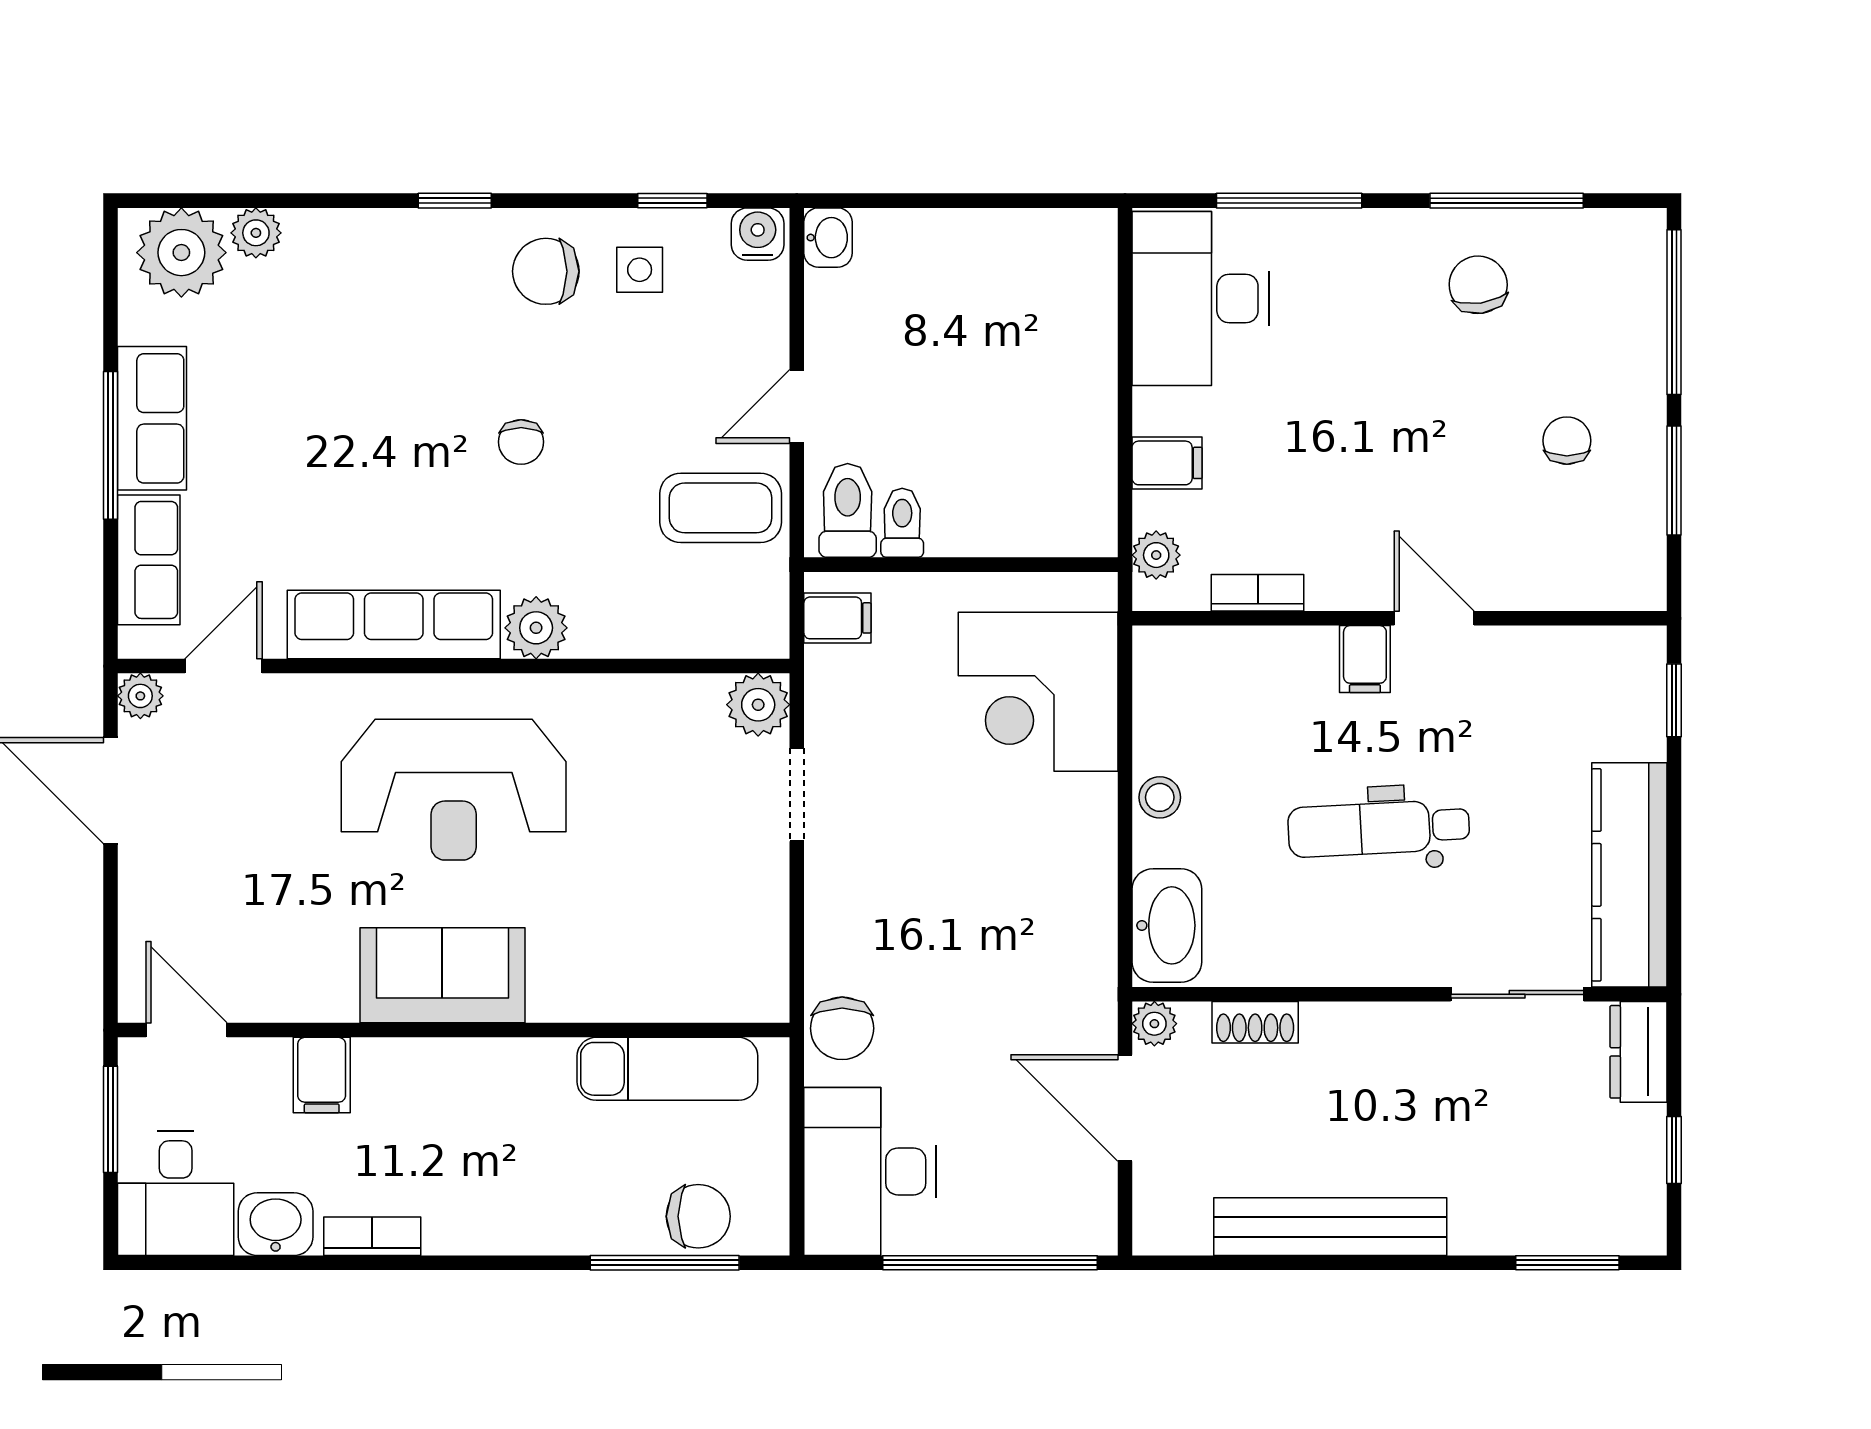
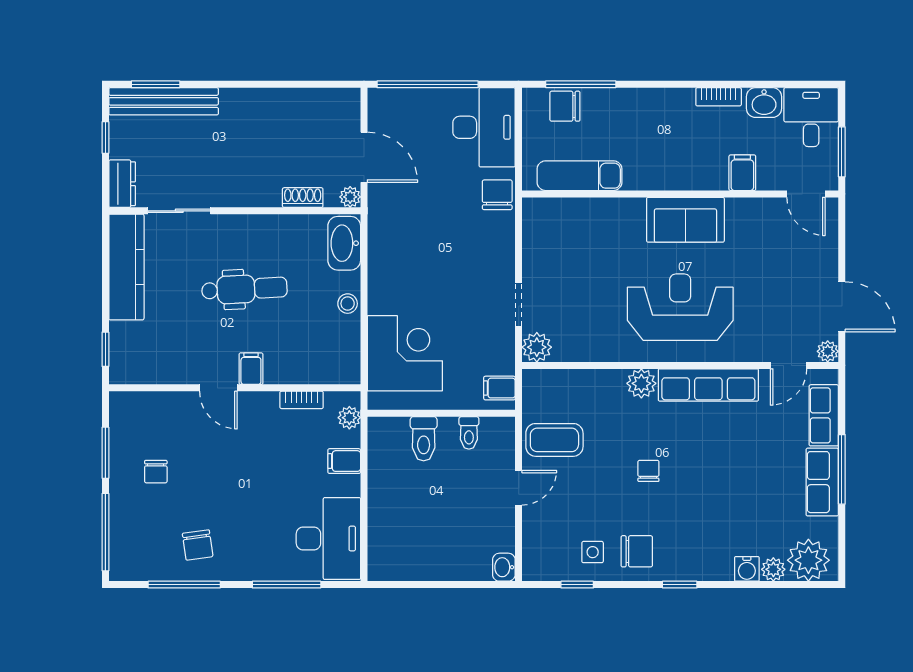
water cooler: (758, 234) -> (747, 569), moved
toilet: (848, 510) -> (424, 439), moved
bench: (1330, 1227) -> (164, 101), moved

